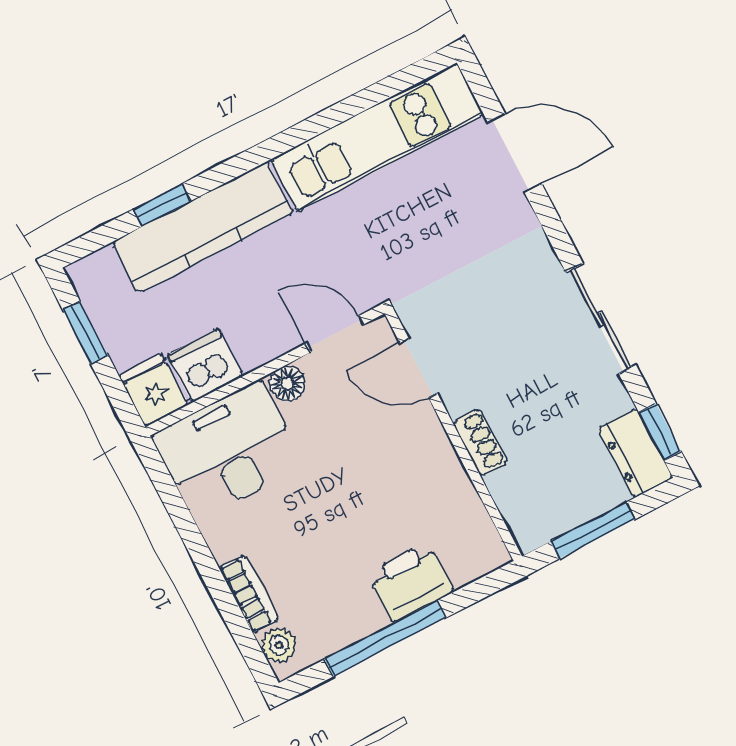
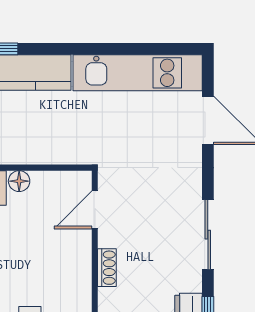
door: (335, 334) -> (59, 168), removed
door: (419, 368) -> (95, 210), hinge flipped

